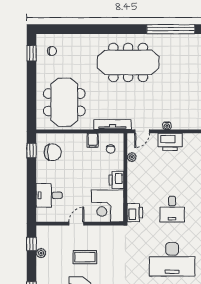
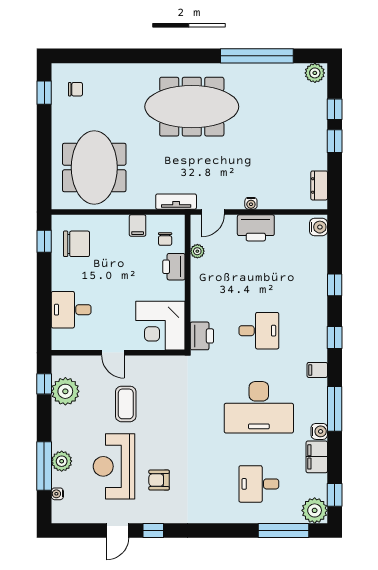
tv unit: (112, 125) -> (176, 202), width x0.71
printer: (116, 180) -> (174, 267), moved
desk: (172, 209) -> (259, 331), turned -90
door: (76, 224) -> (113, 353), swing flipped
plant: (41, 253) -> (65, 391), width x1.87, depth x1.87
coffee table: (85, 257) -> (126, 404), turned 90

